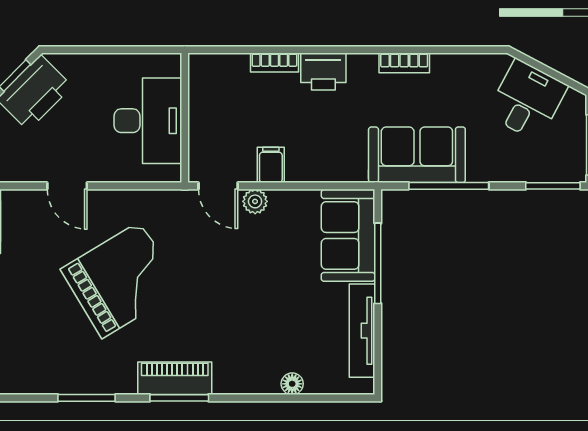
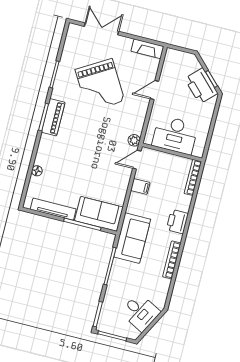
bookcase: (274, 62) -> (193, 177), moved, width x1.56
bookcase: (404, 63) -> (172, 260), width x1.56
sofa: (417, 155) -> (132, 238), moved
plant: (255, 201) -> (134, 140), moved
grand piano: (121, 280) -> (100, 85), moved

